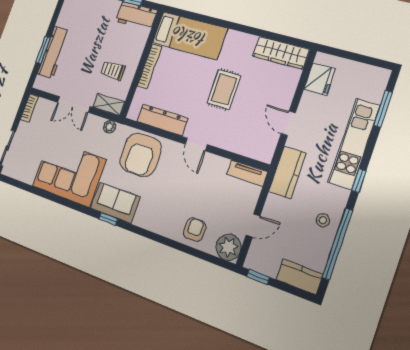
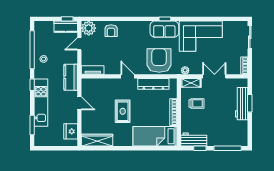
kitchen counter: (299, 277) -> (66, 27), moved

